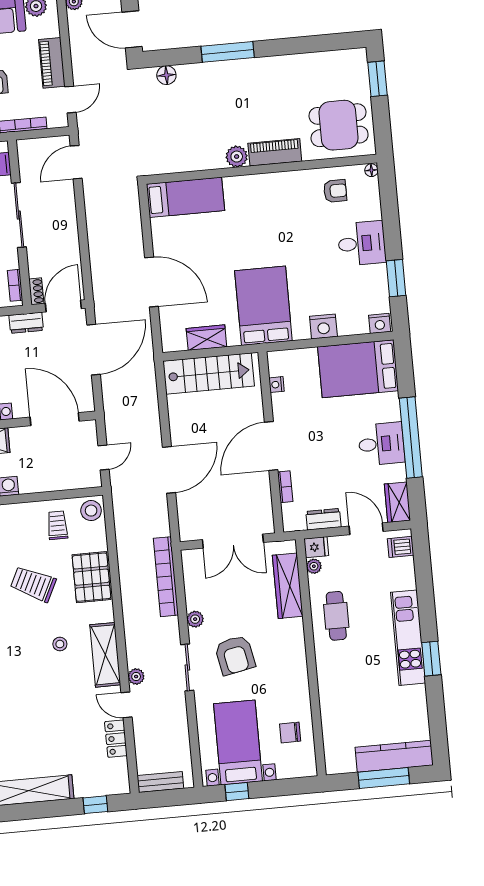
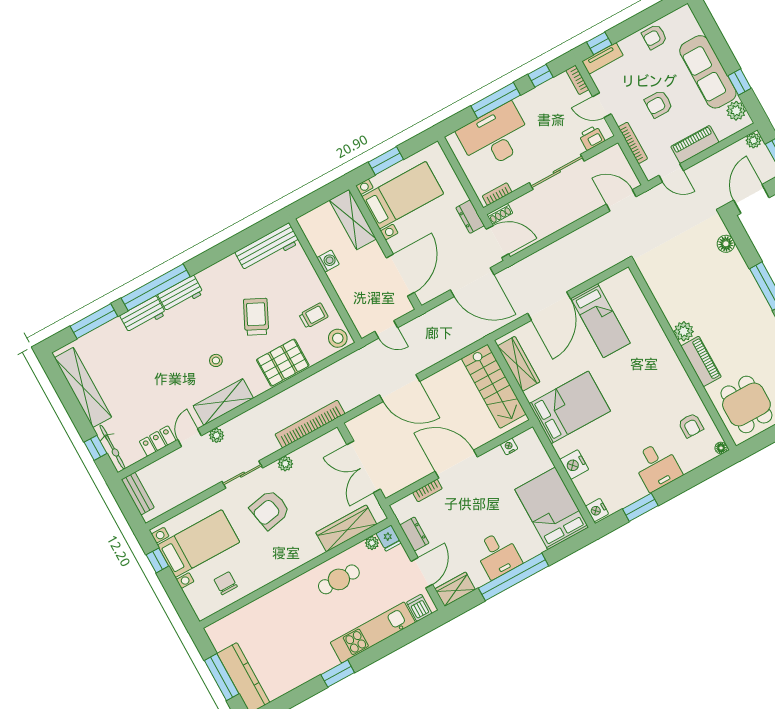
bed: (185, 197) -> (600, 321), moved
wardrobe: (206, 338) -> (519, 364), width x1.50
kitchen unit: (408, 638) -> (373, 632), moved
bicycle: (102, 787) -> (113, 447), added

